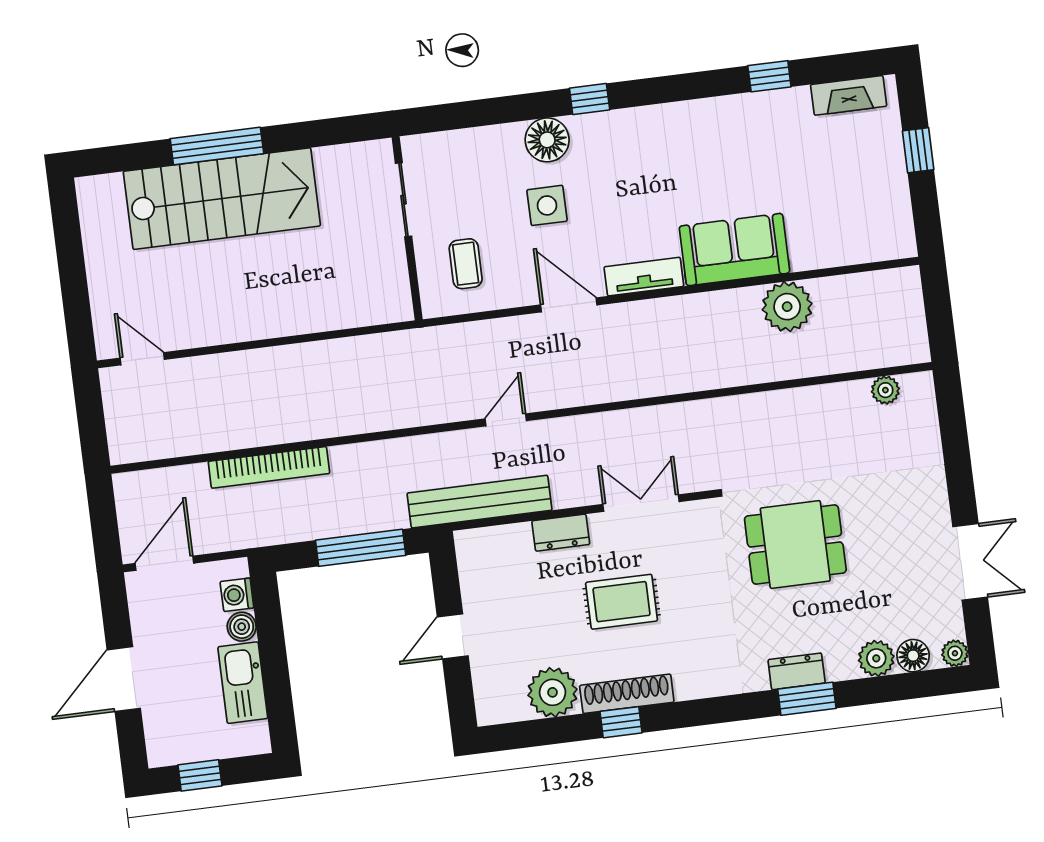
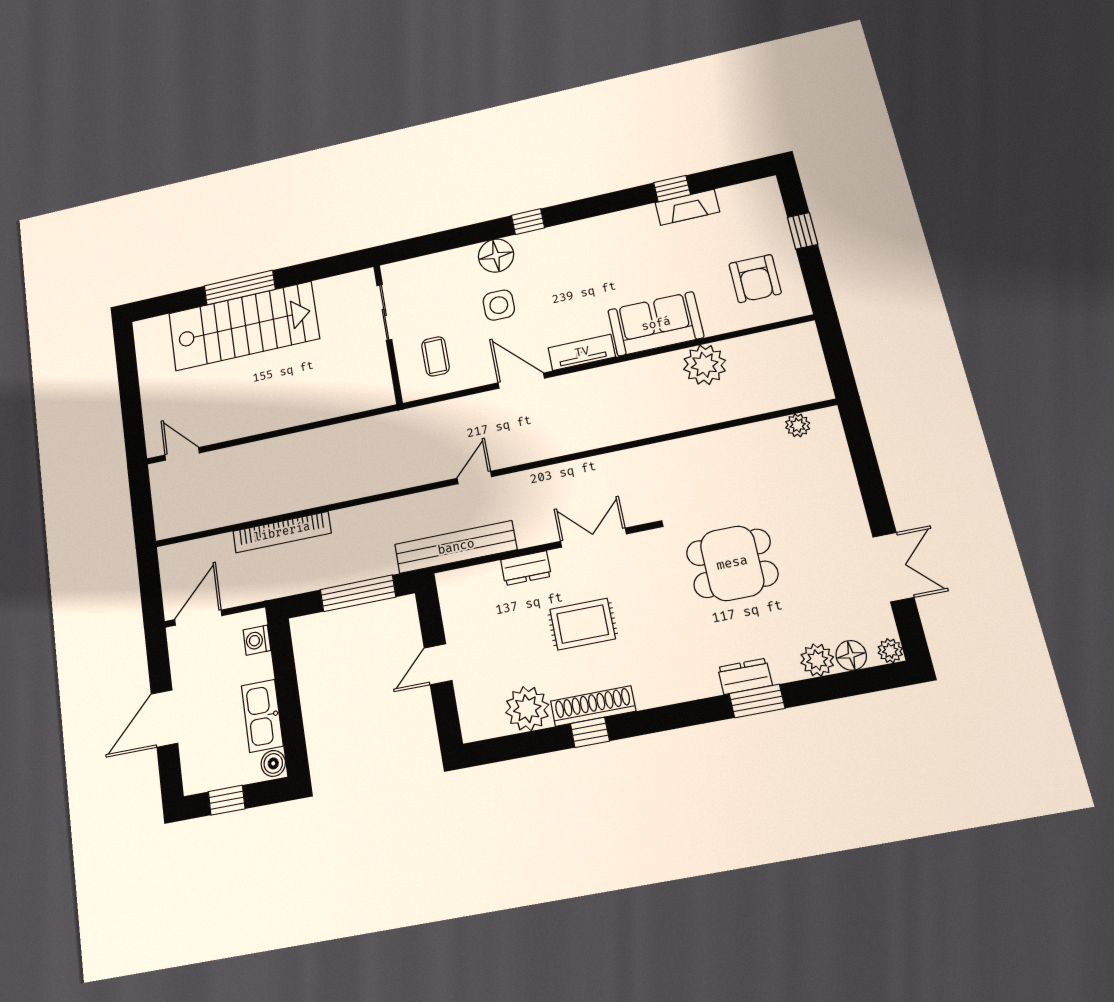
fireplace: (849, 95) -> (687, 207), moved
armchair: (856, 205) -> (755, 279), added
boiler: (242, 627) -> (273, 763), moved

